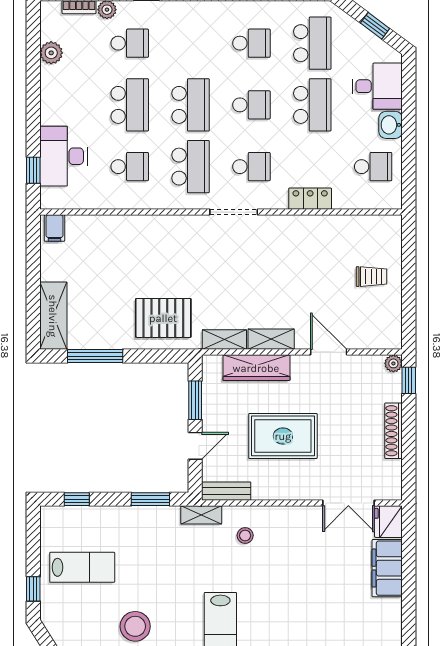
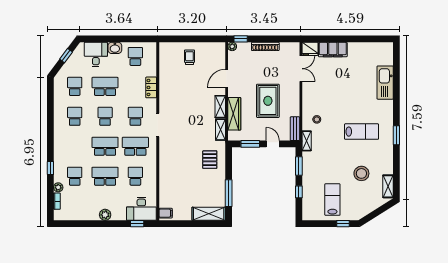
school desk: (312, 43) -> (75, 86), width x0.54
plant: (51, 53) -> (105, 215), moved
desk: (63, 156) -> (141, 209), moved
pallet: (163, 318) -> (210, 160), width x0.67, depth x0.71
window: (77, 499) -> (299, 192), moved

